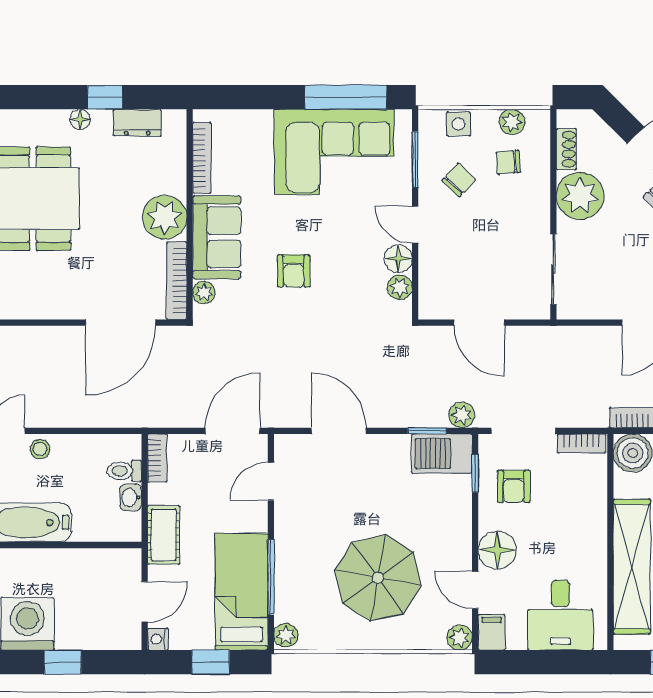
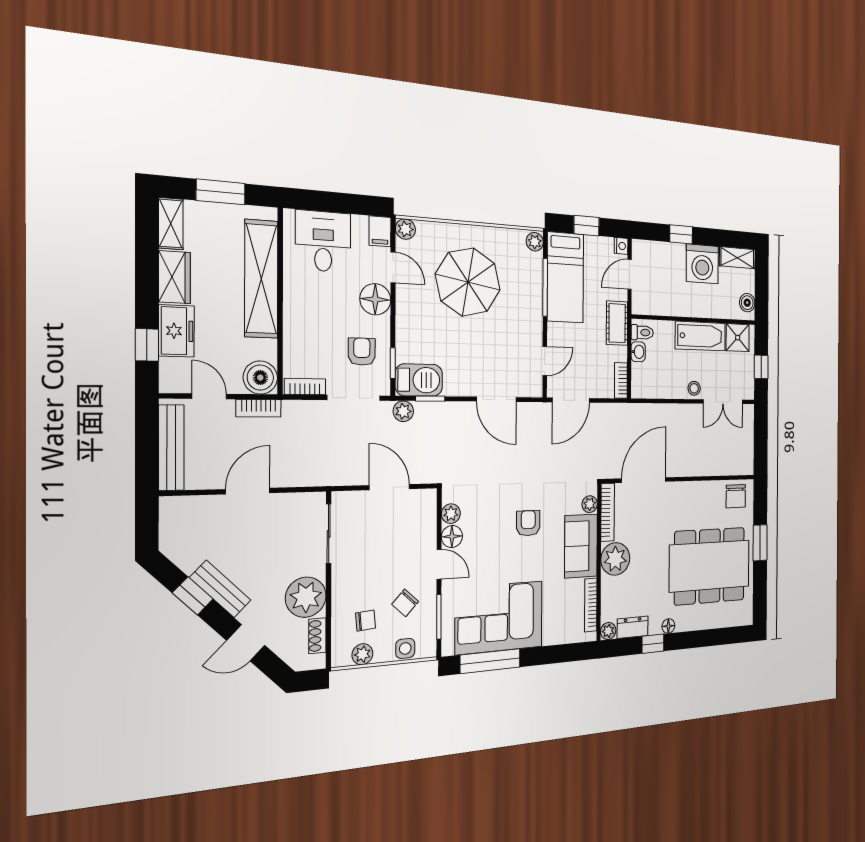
plant: (175, 121) -> (608, 631), added
toilet: (124, 471) -> (642, 332), moved

